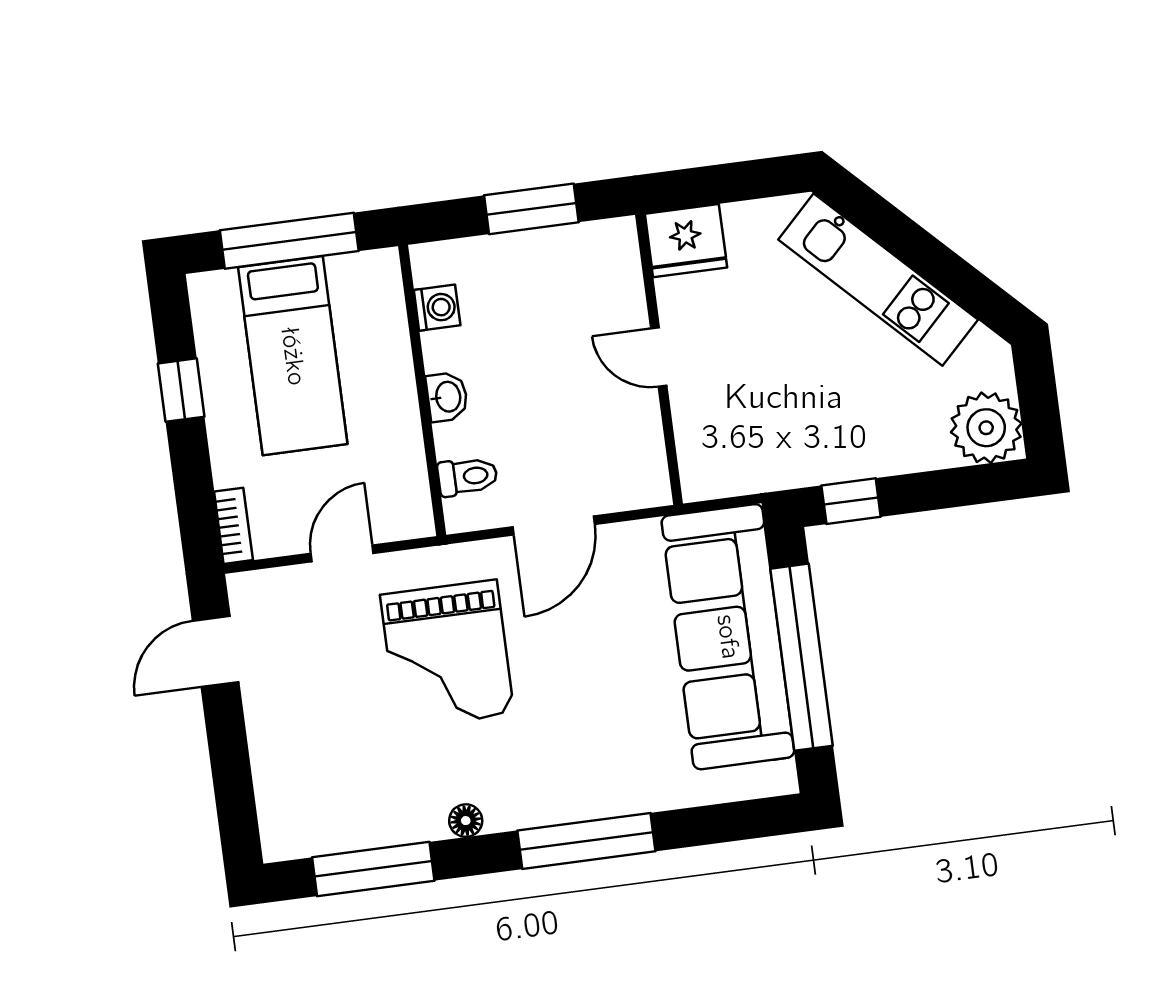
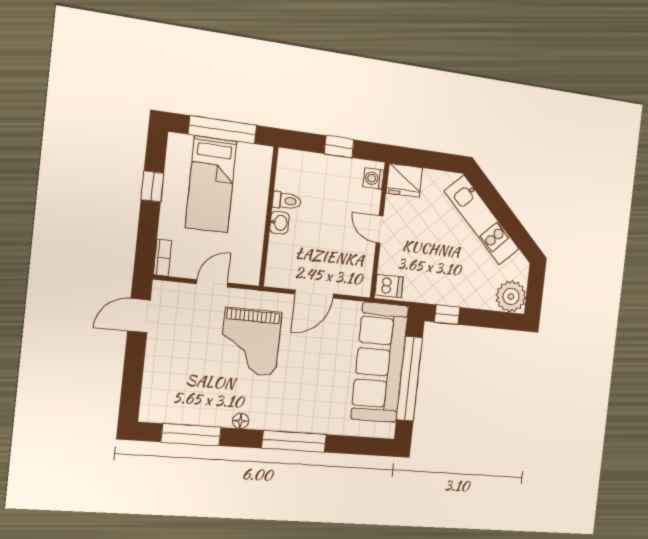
window: (531, 209) -> (339, 147), width x0.67
washing machine: (437, 308) -> (373, 179), moved, turned 180
dishwasher: (708, 471) -> (389, 286), added
toilet: (468, 476) -> (287, 201), moved

